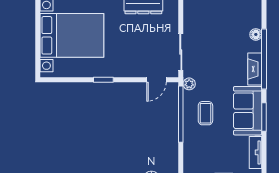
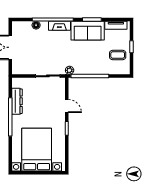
door: (156, 80) -> (67, 106), moved
coffee table: (205, 113) -> (118, 55), moved

